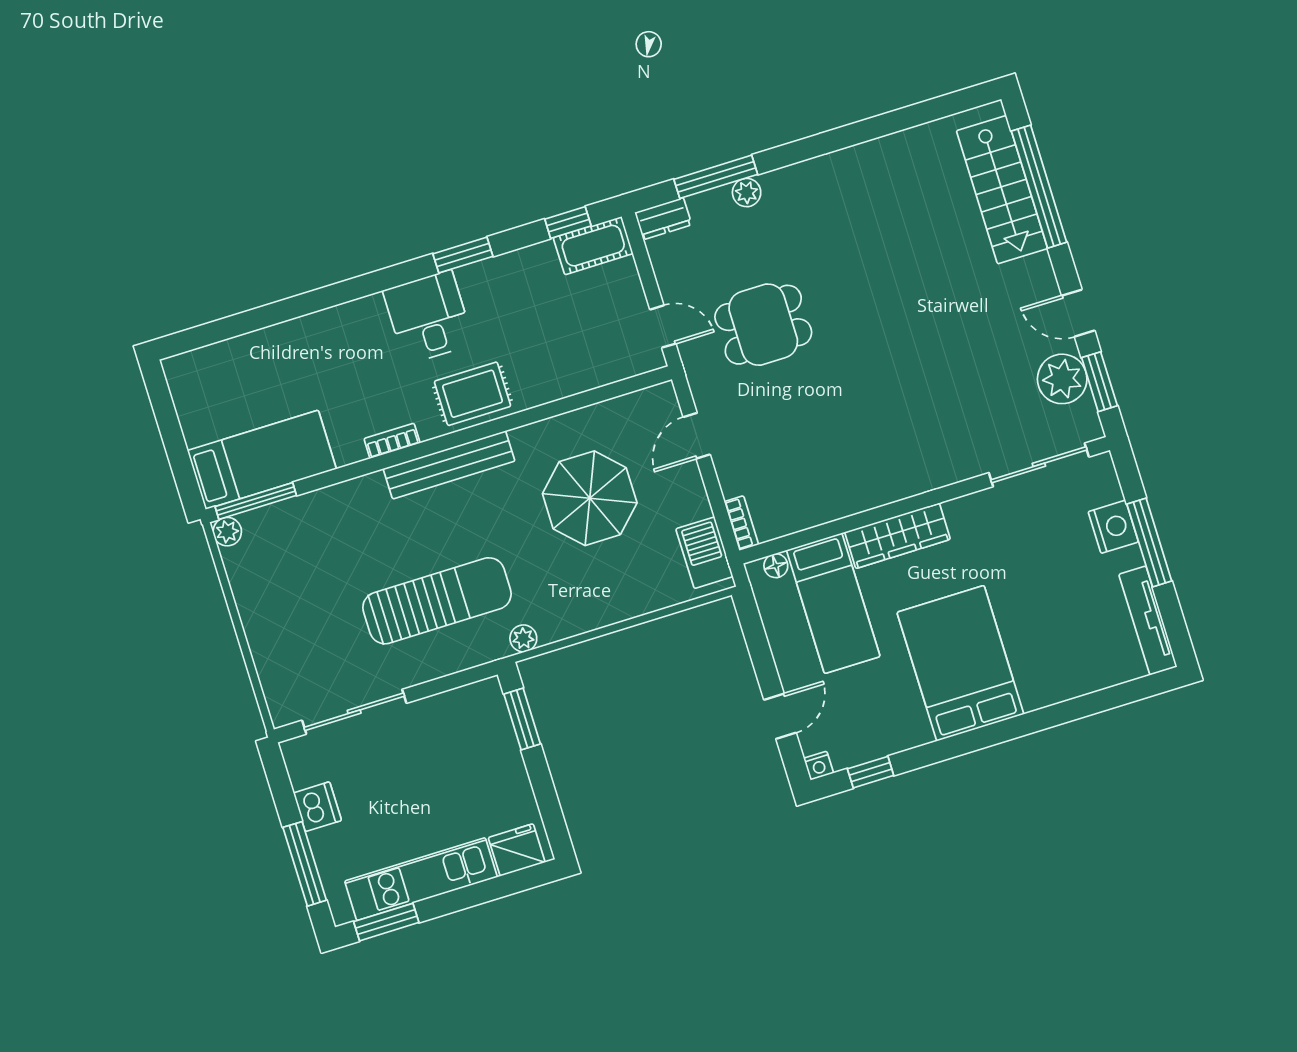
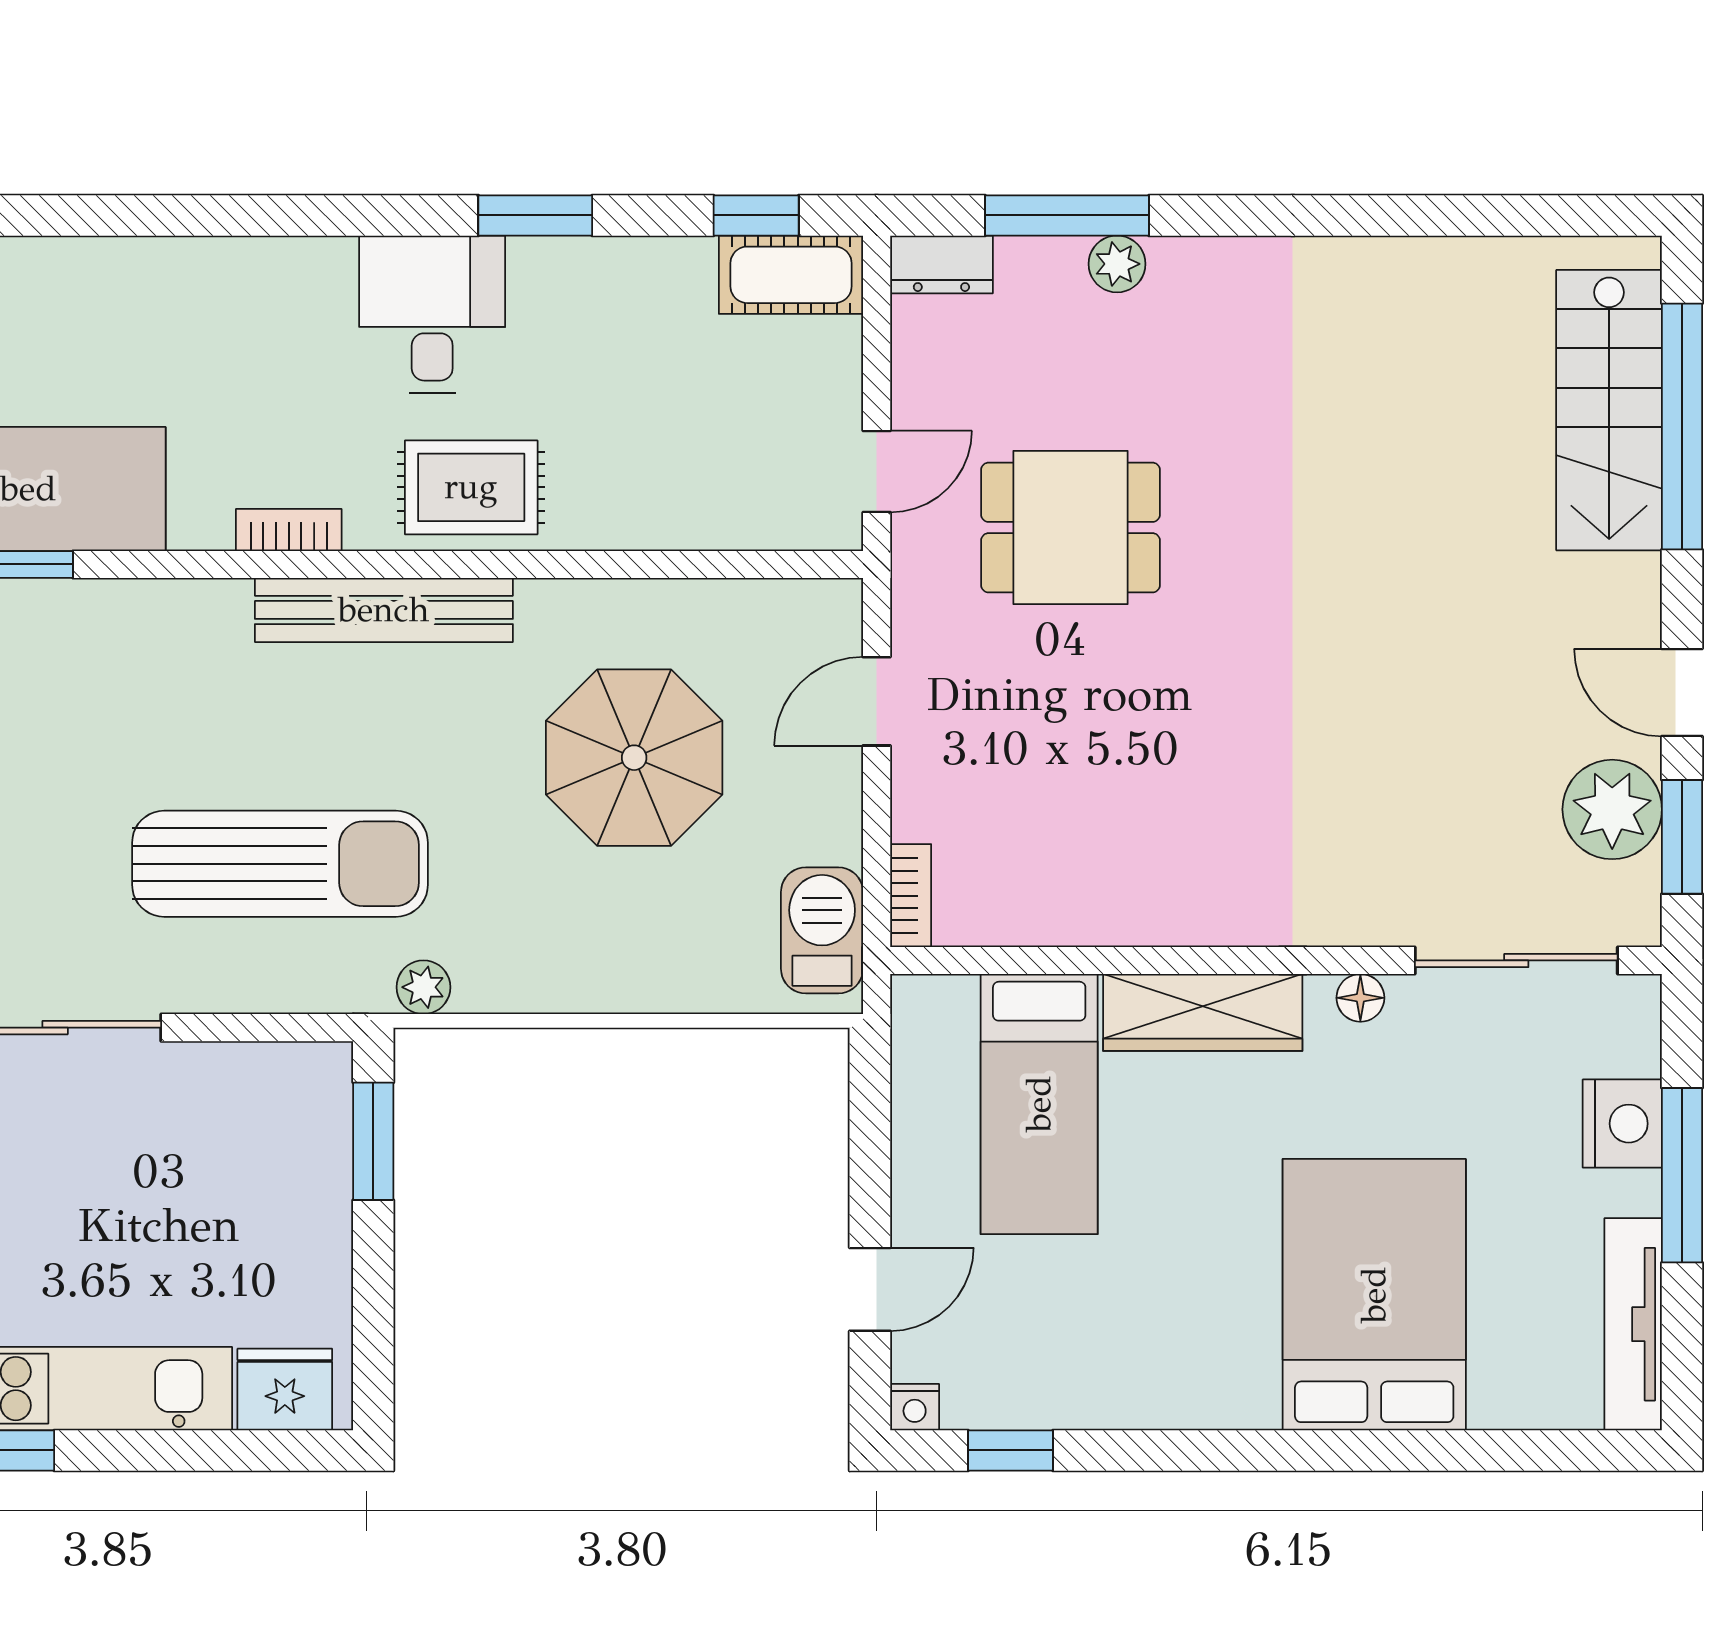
door: (663, 327) -> (877, 472), hinge flipped
floor lamp: (776, 566) -> (1360, 998), moved
bed: (960, 663) -> (1374, 1295), moved

